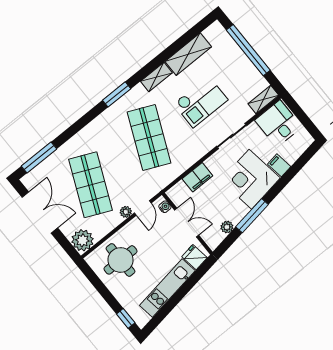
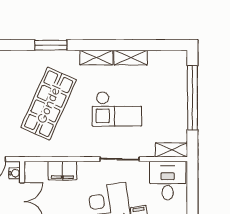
shelving: (188, 54) -> (131, 58), width x0.67, depth x0.75

